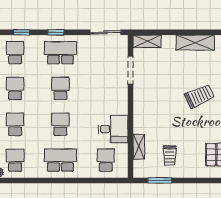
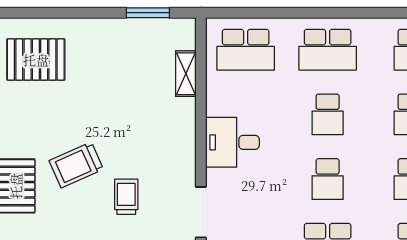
desk: (113, 129) -> (232, 142), moved
trolley: (170, 156) -> (126, 197), moved
school desk: (106, 160) -> (246, 50), width x1.85

